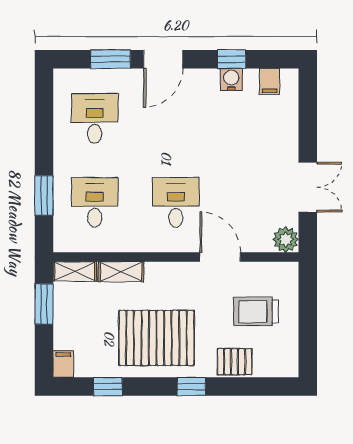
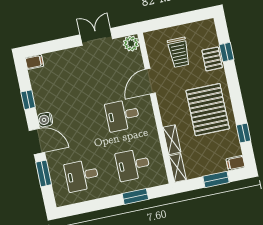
water cooler: (231, 79) -> (45, 120), moved
filing cabinet: (270, 82) -> (34, 62), moved
window: (44, 304) -> (216, 179), moved
window: (191, 387) -> (227, 52), moved

